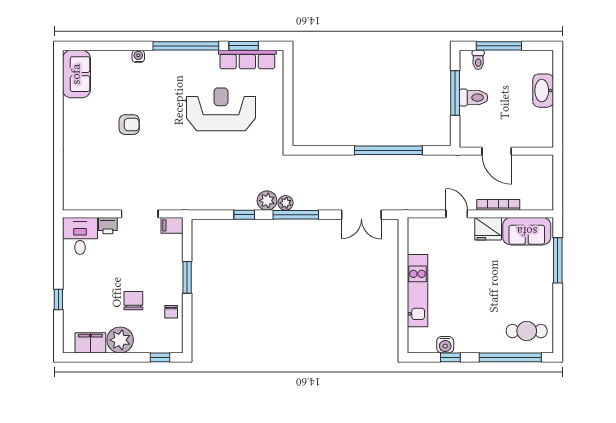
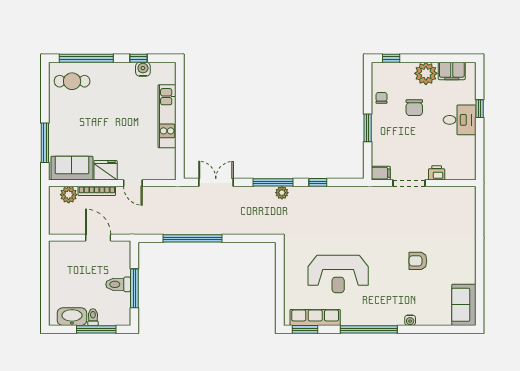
window: (244, 46) -> (305, 329), moved
toilet: (478, 60) -> (93, 317), moved
washbasin: (543, 91) -> (72, 317), moved, turned -90
plant: (267, 201) -> (69, 195), moved
desk: (80, 236) -> (460, 120), moved, turned -90

